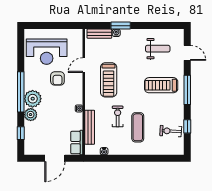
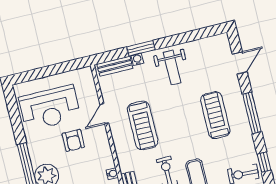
weight bench: (158, 49) -> (172, 68), moved, turned 90
door: (187, 53) -> (240, 63), hinge flipped
treadmill: (161, 85) -> (215, 115), turned 90

